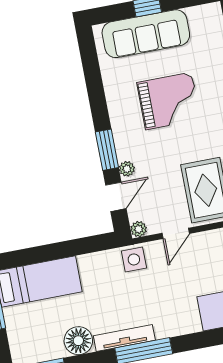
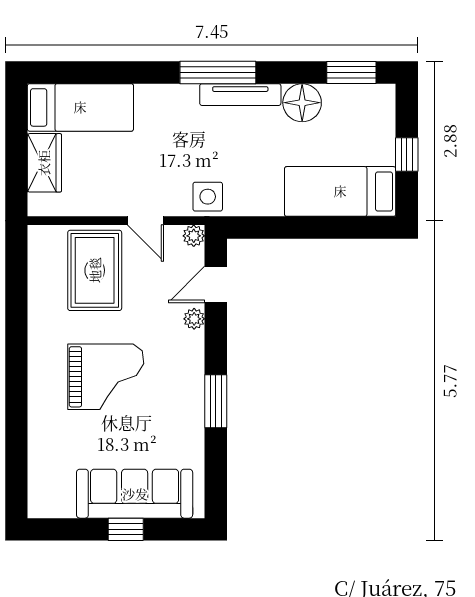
grand piano: (169, 101) -> (106, 377), moved, turned 180
window: (107, 150) -> (216, 401), moved
door: (176, 233) -> (146, 221), swing flipped

